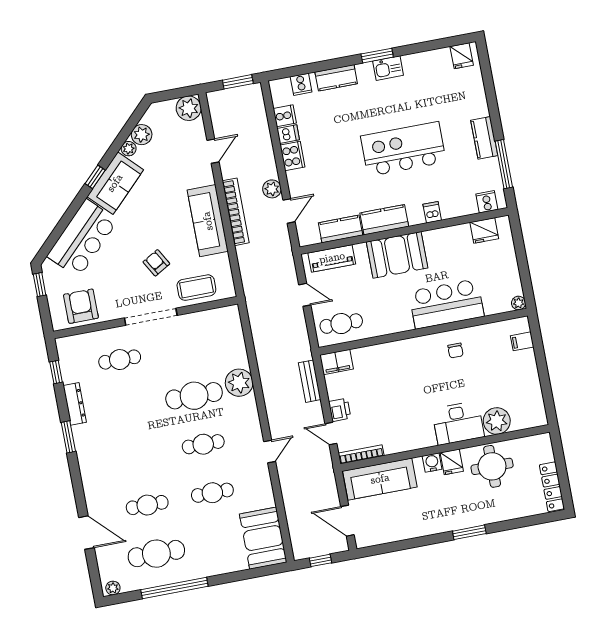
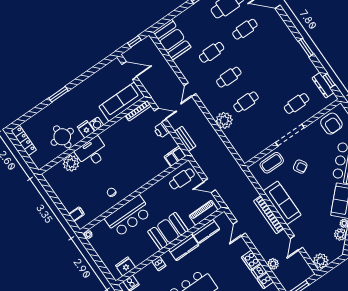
plant: (272, 189) -> (273, 264), moved
cafe table: (194, 396) -> (246, 102), width x0.73, depth x0.74
dresser: (75, 404) -> (323, 85), moved

